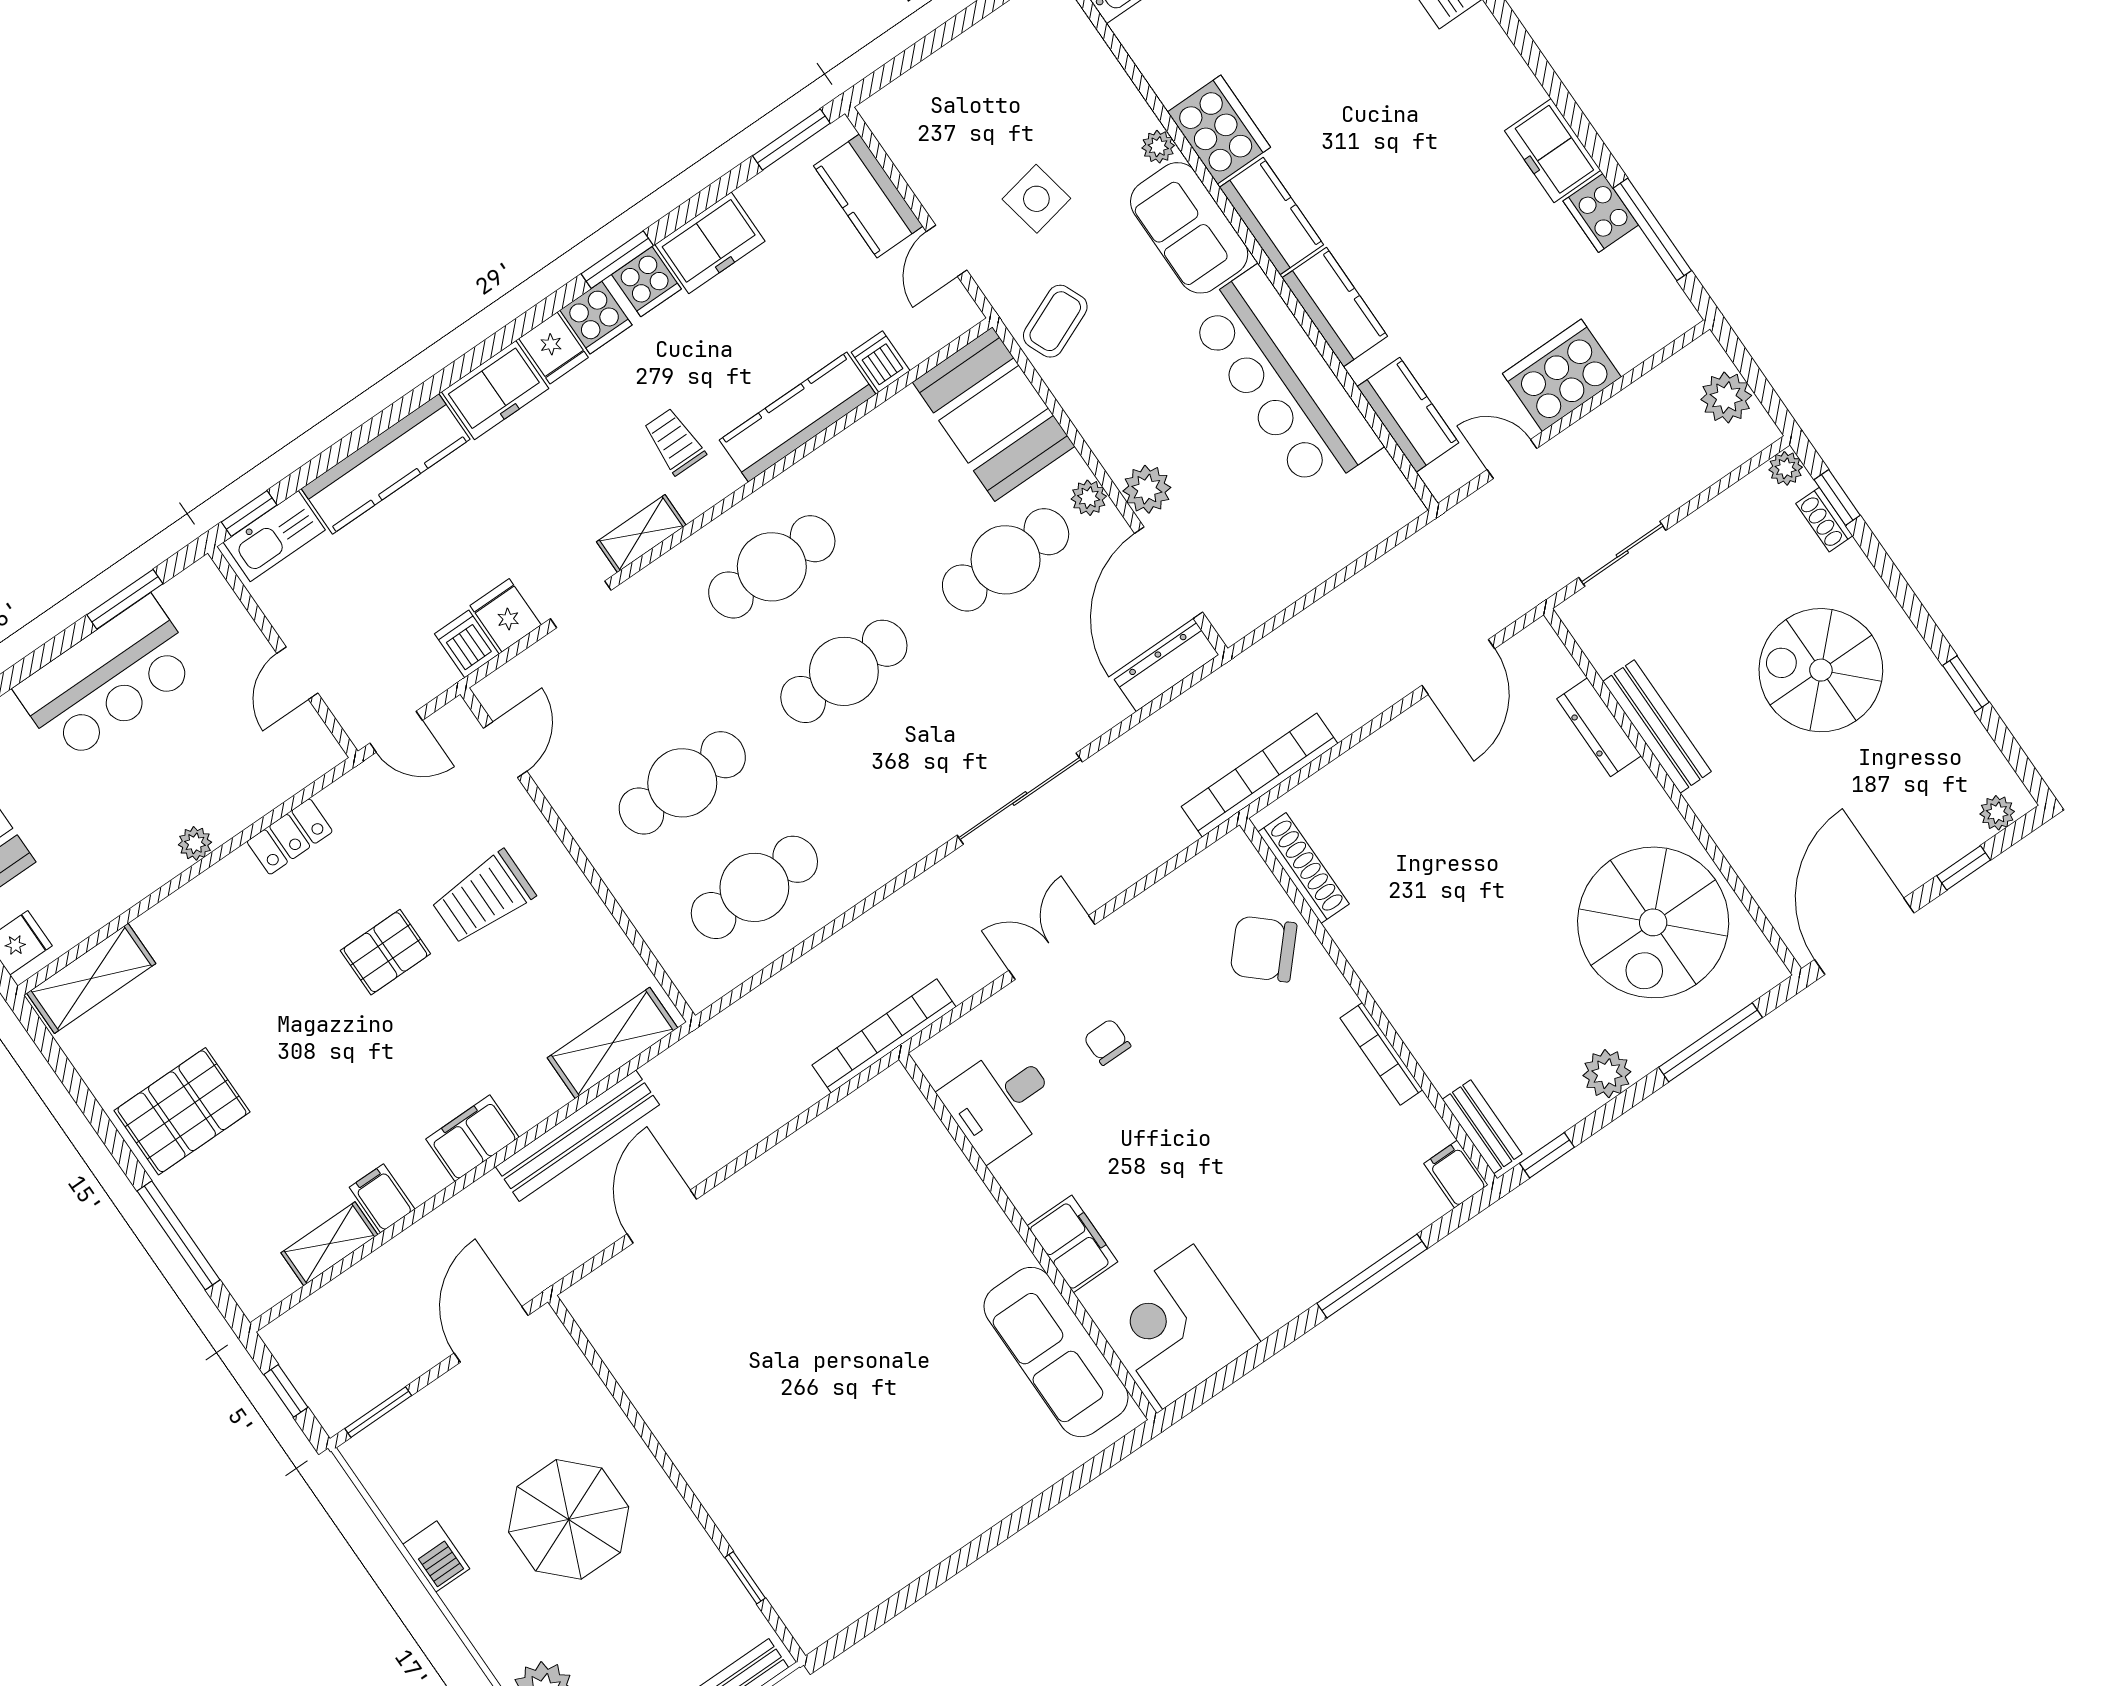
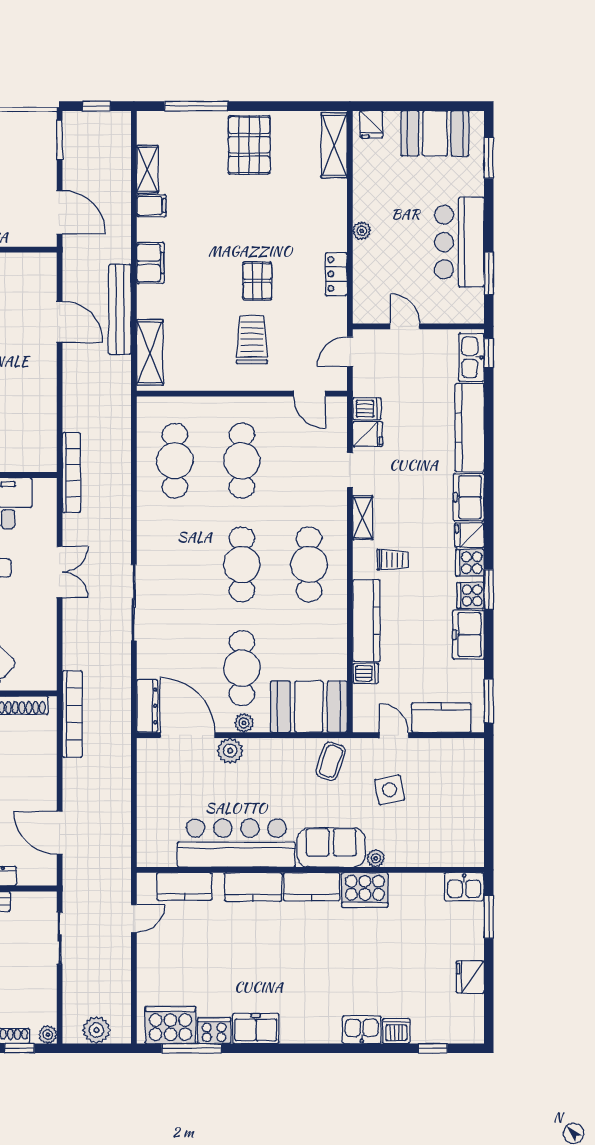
coffee table: (1055, 321) -> (331, 761), turned 42
cooker: (1562, 375) -> (170, 1025), moved, turned -90

